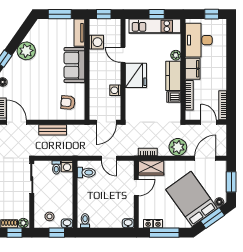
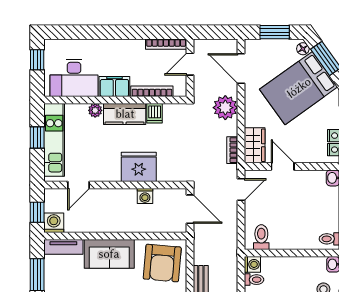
washing machine: (96, 42) -> (54, 223), moved
door: (123, 55) -> (78, 185), moved
fridge: (136, 75) -> (139, 167), moved
armchair: (68, 103) -> (162, 263), width x1.88, depth x1.88
door: (109, 158) -> (241, 190), moved

